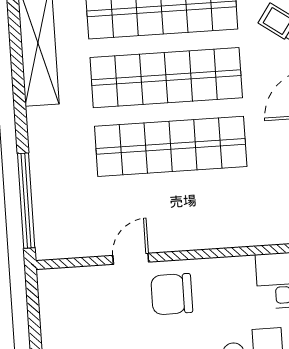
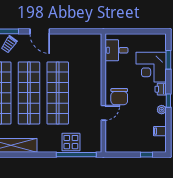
display table: (56, 186) -> (71, 142), added
door: (131, 259) -> (103, 113), swing flipped

